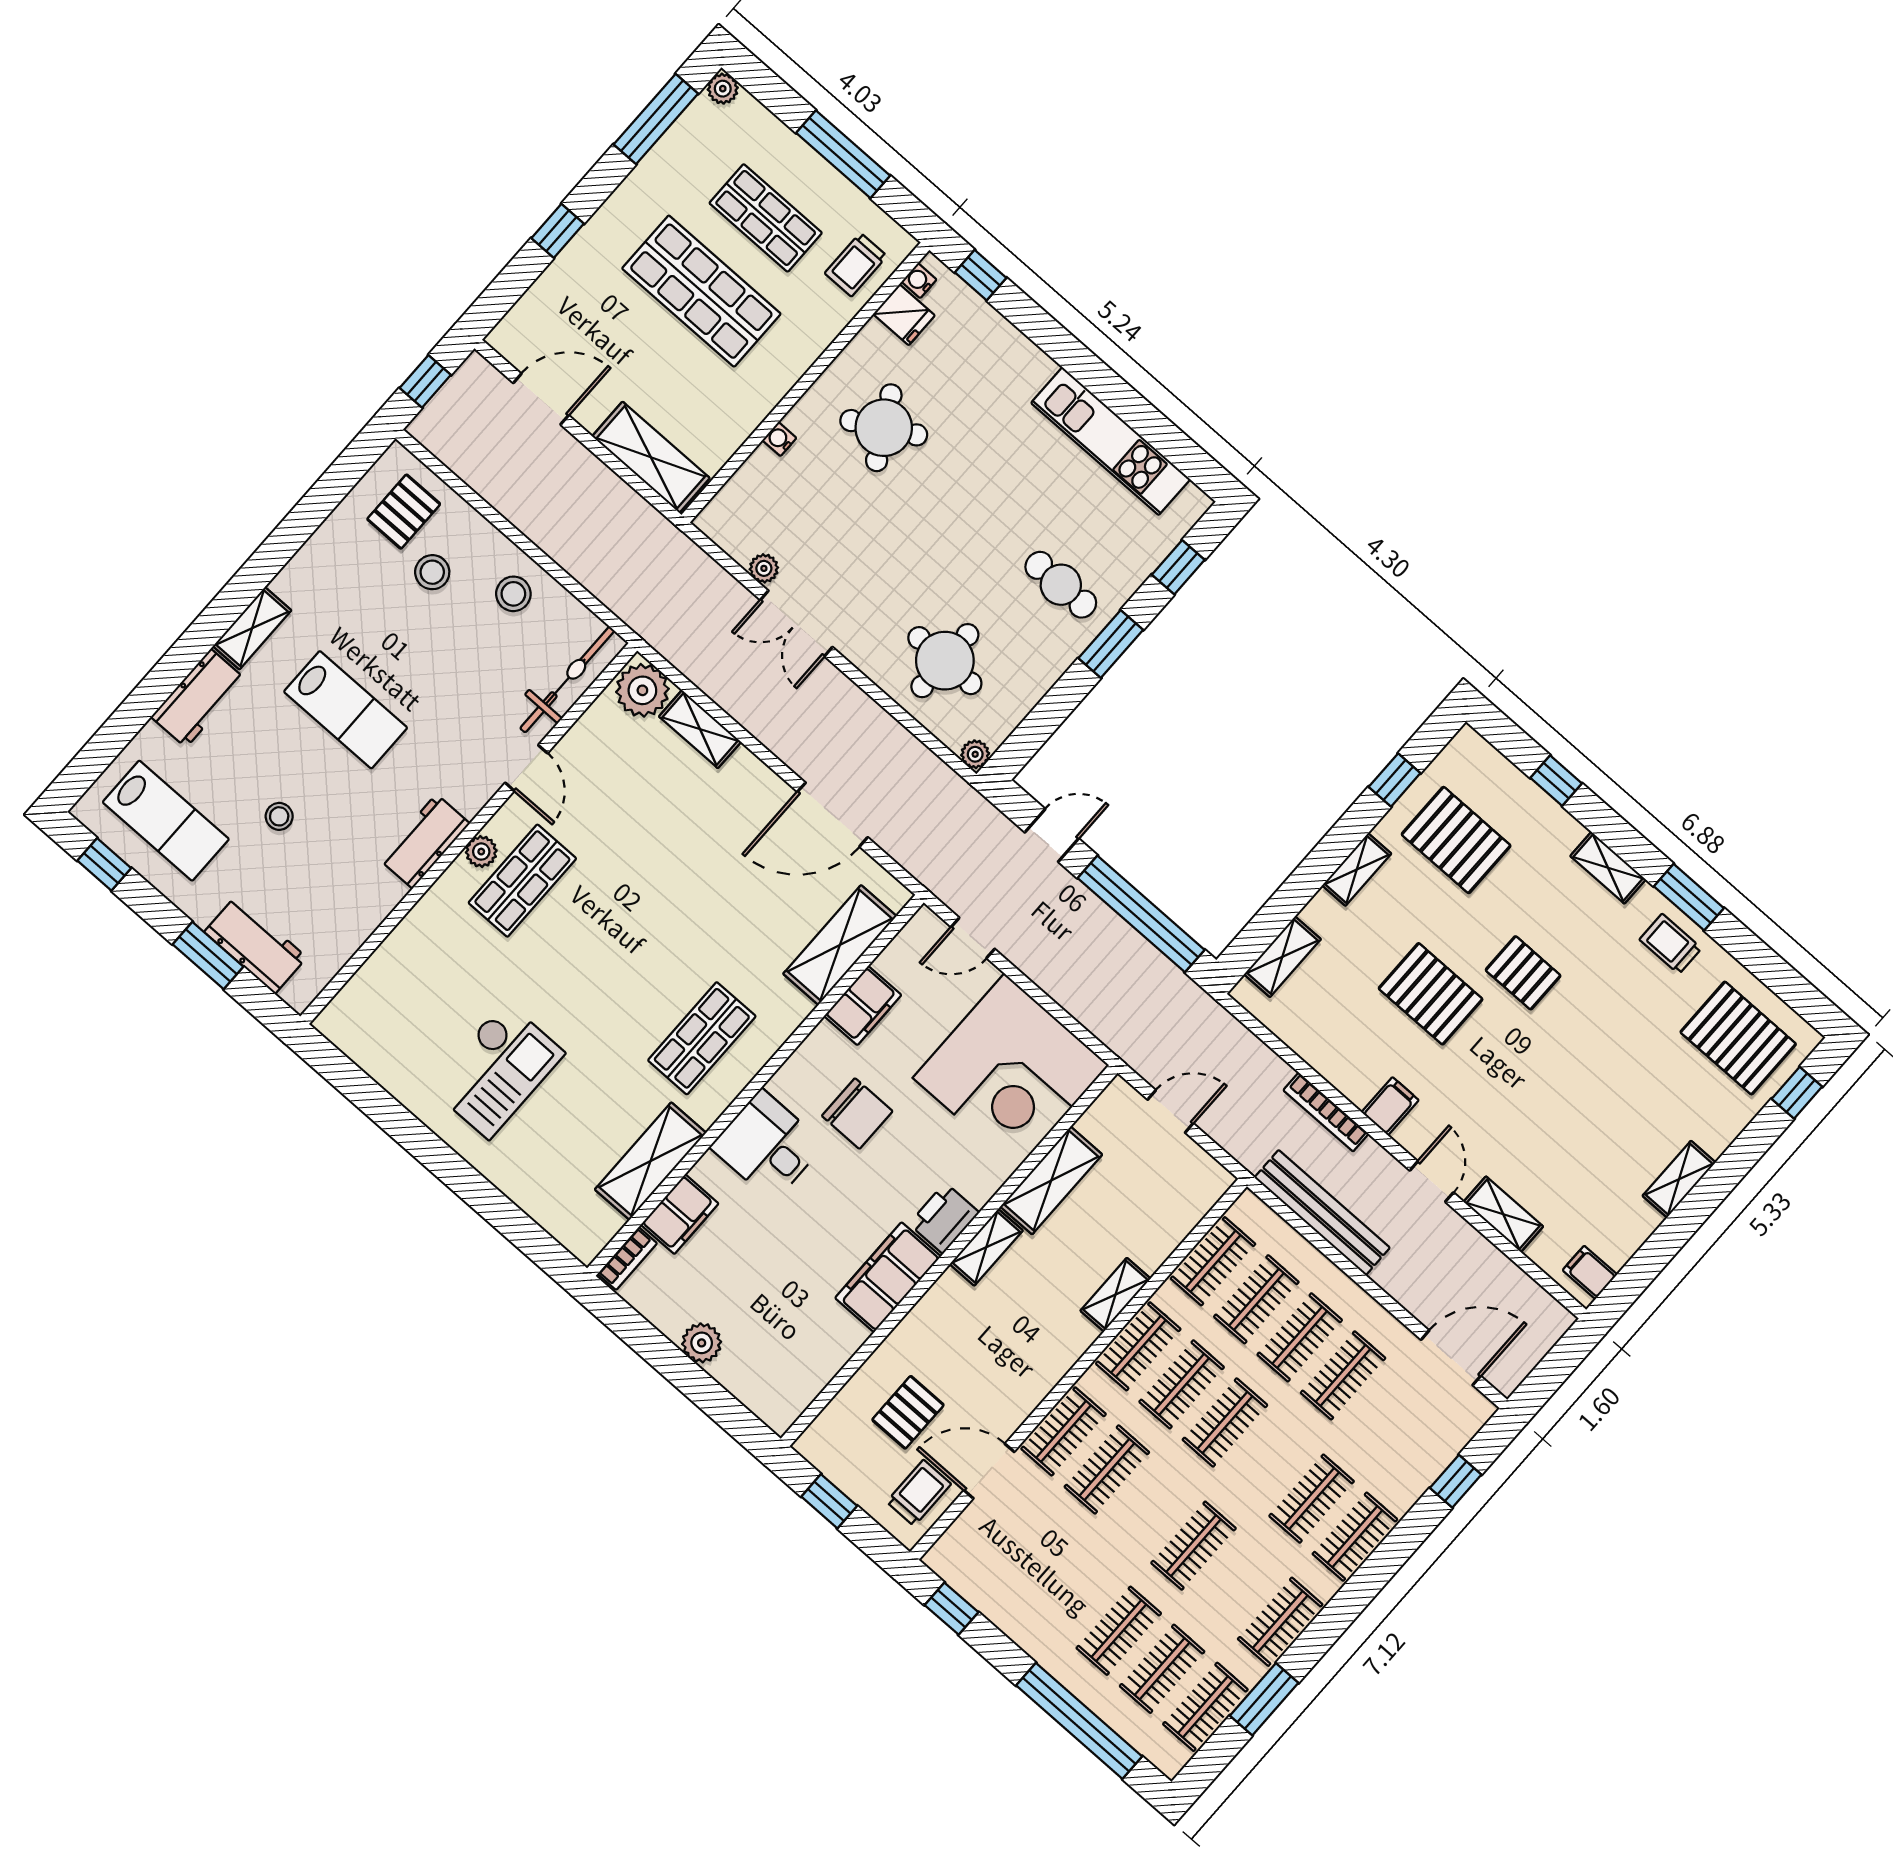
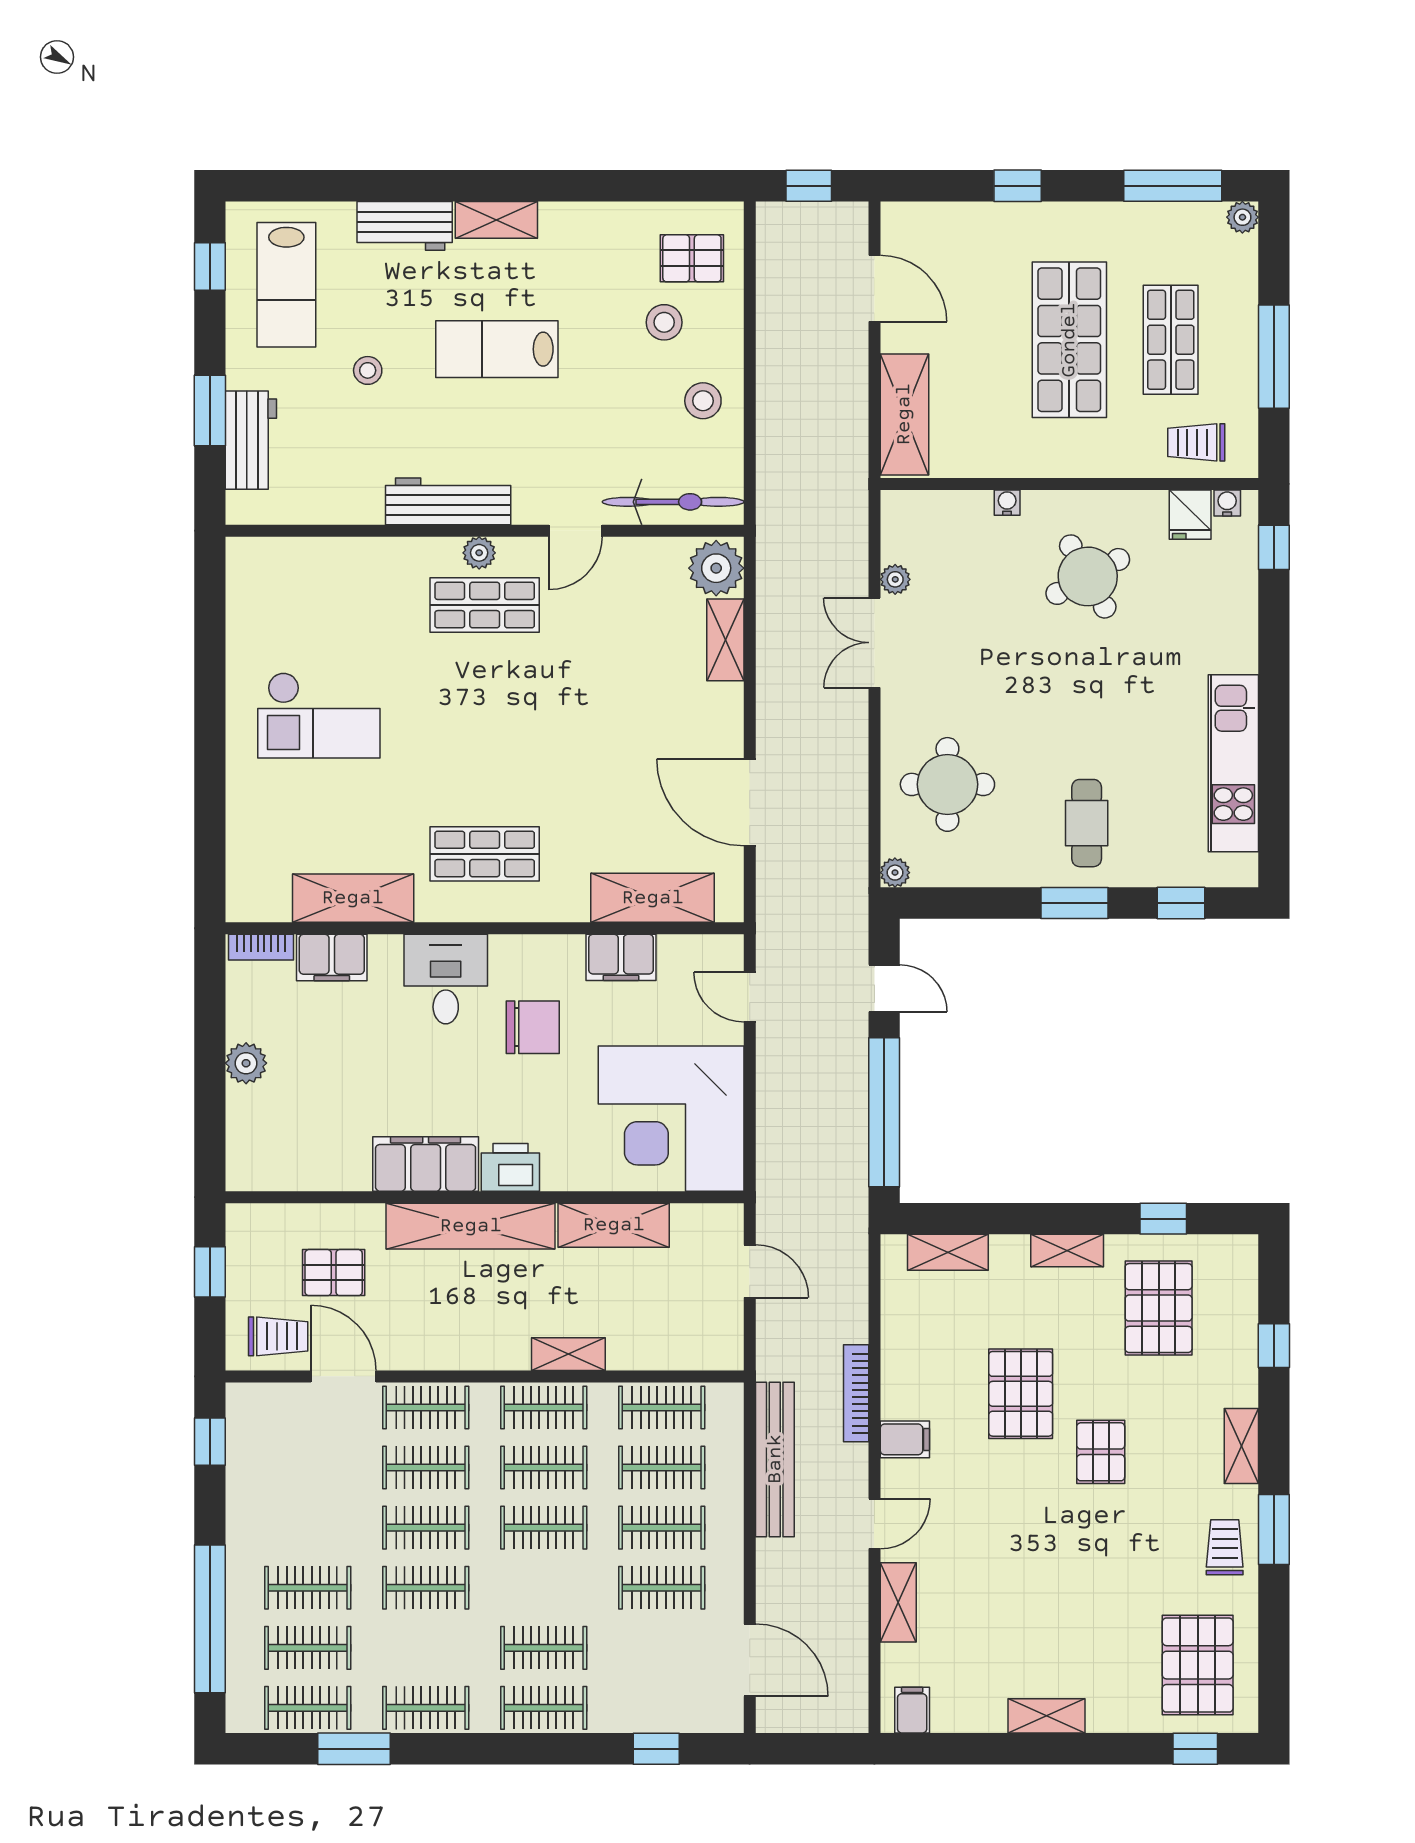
lab bench: (346, 710) -> (497, 349), turned 90
workbench: (424, 841) -> (448, 501), width x1.38
chair: (857, 1114) -> (533, 1027), turned -90
shelving: (986, 1247) -> (471, 1226), width x2.20, depth x1.33
clothes rail: (1150, 1508) -> (426, 1528), added

